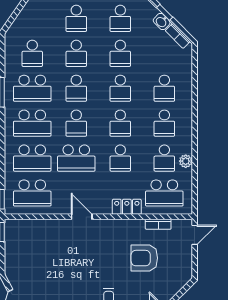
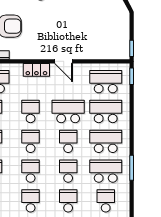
locker: (127, 207) -> (36, 70), moved

